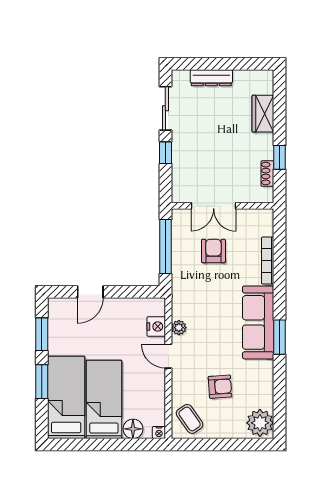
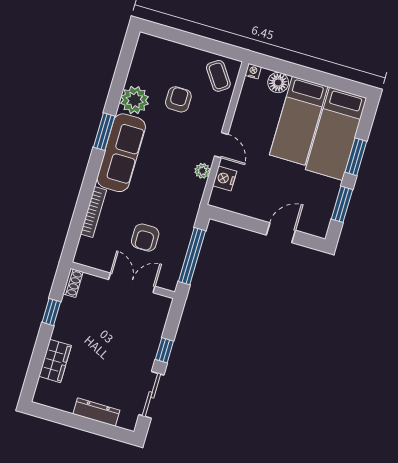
shoe rack: (267, 174) -> (73, 283), moved
armchair: (220, 387) -> (178, 99), turned 94
plant: (260, 423) -> (135, 100), moved

